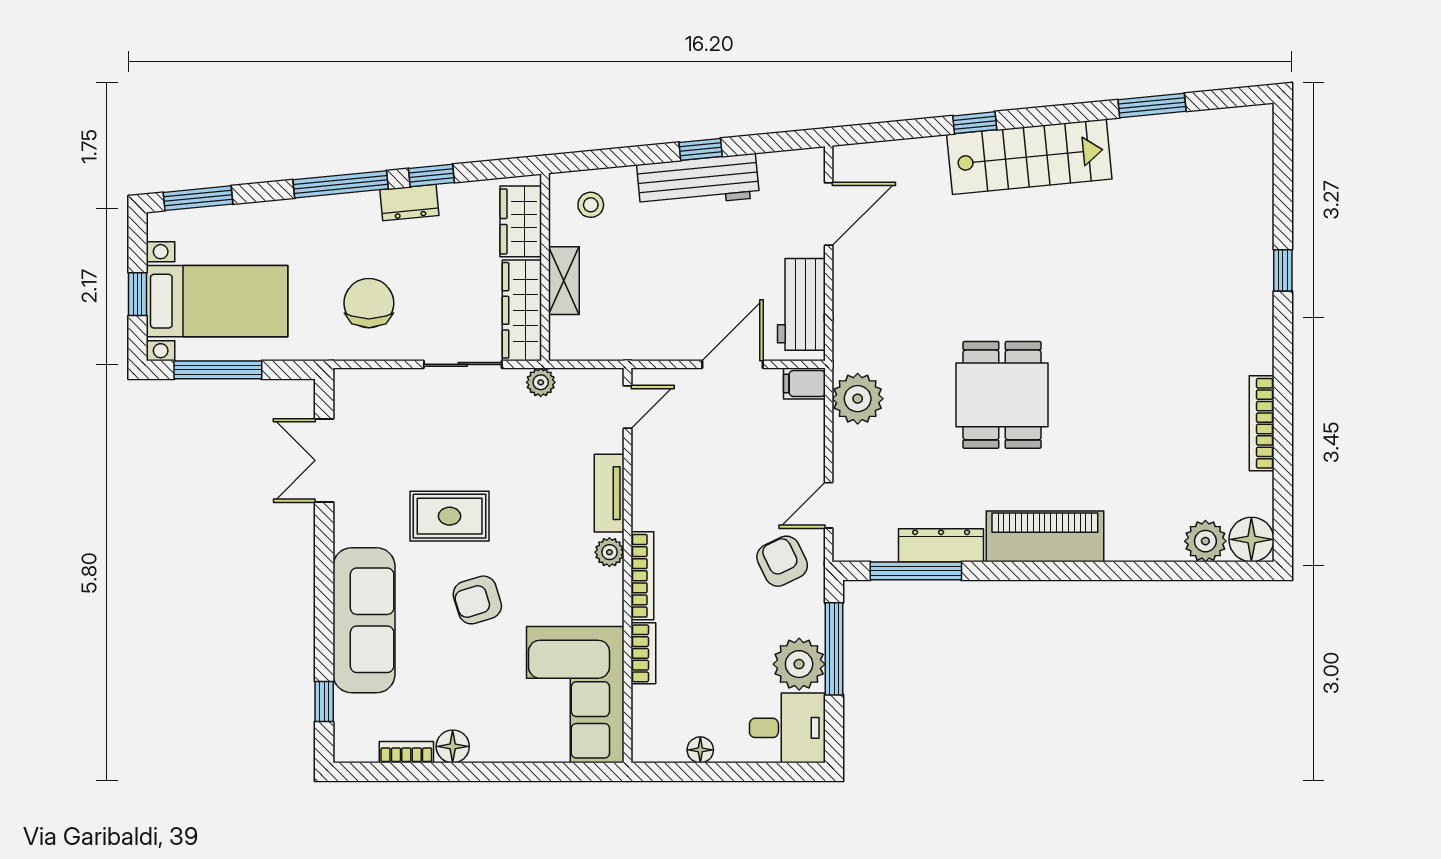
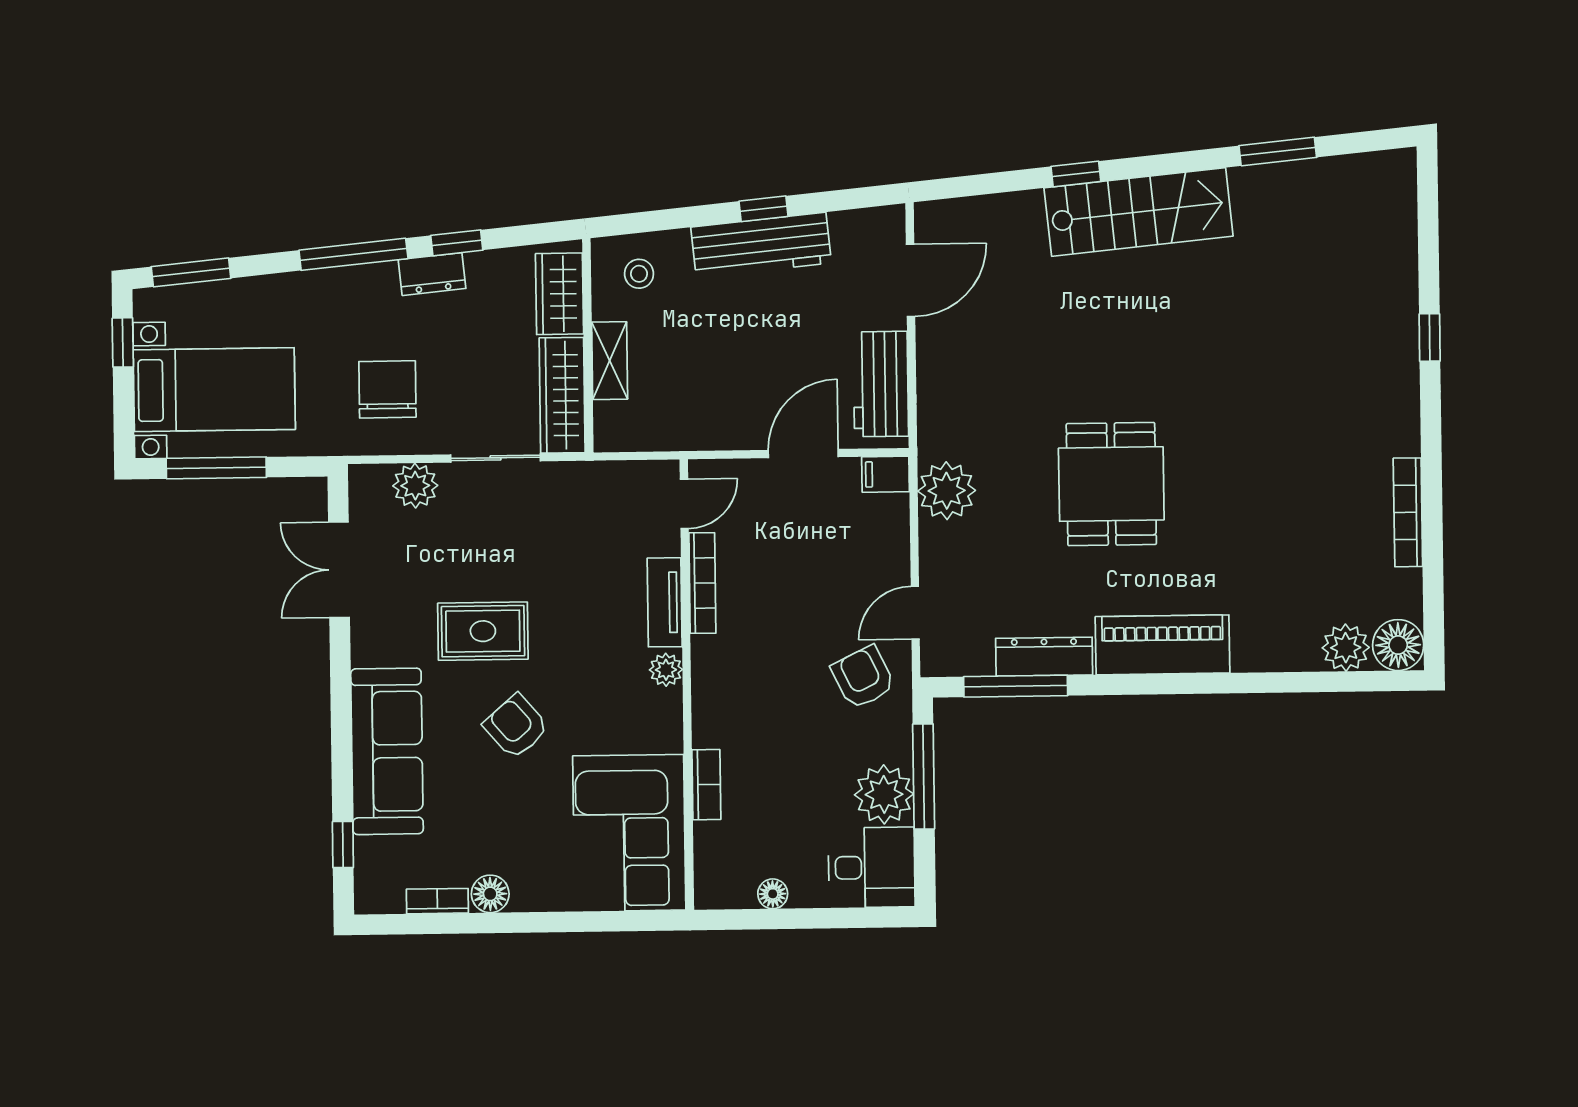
window: (138, 294) -> (123, 342), moved
plant: (541, 382) -> (415, 486), moved, width x1.38, depth x1.38
bookcase: (642, 576) -> (702, 583), moved
armchair: (477, 600) -> (516, 726), turned 66

